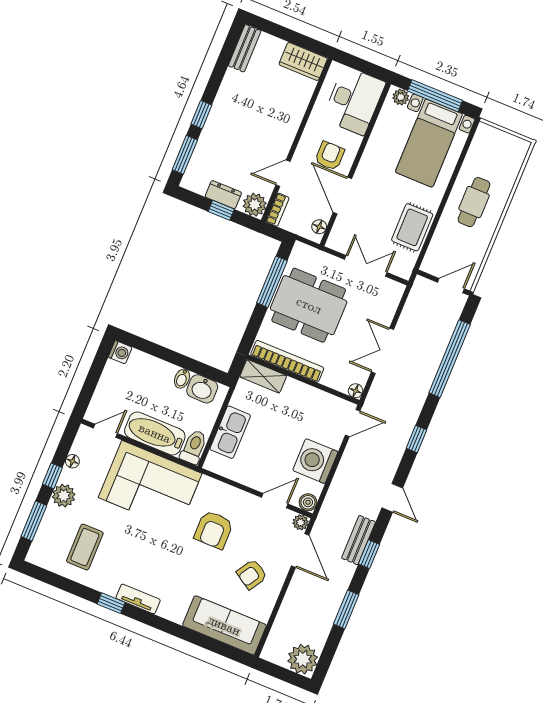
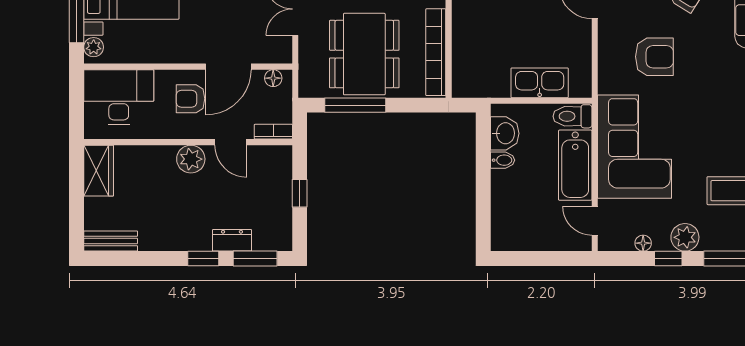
dresser: (223, 195) -> (232, 240), moved, turned 90
plant: (255, 205) -> (191, 159), moved
washing machine: (120, 352) -> (502, 240), removed
shelving: (263, 376) -> (463, 72), removed

